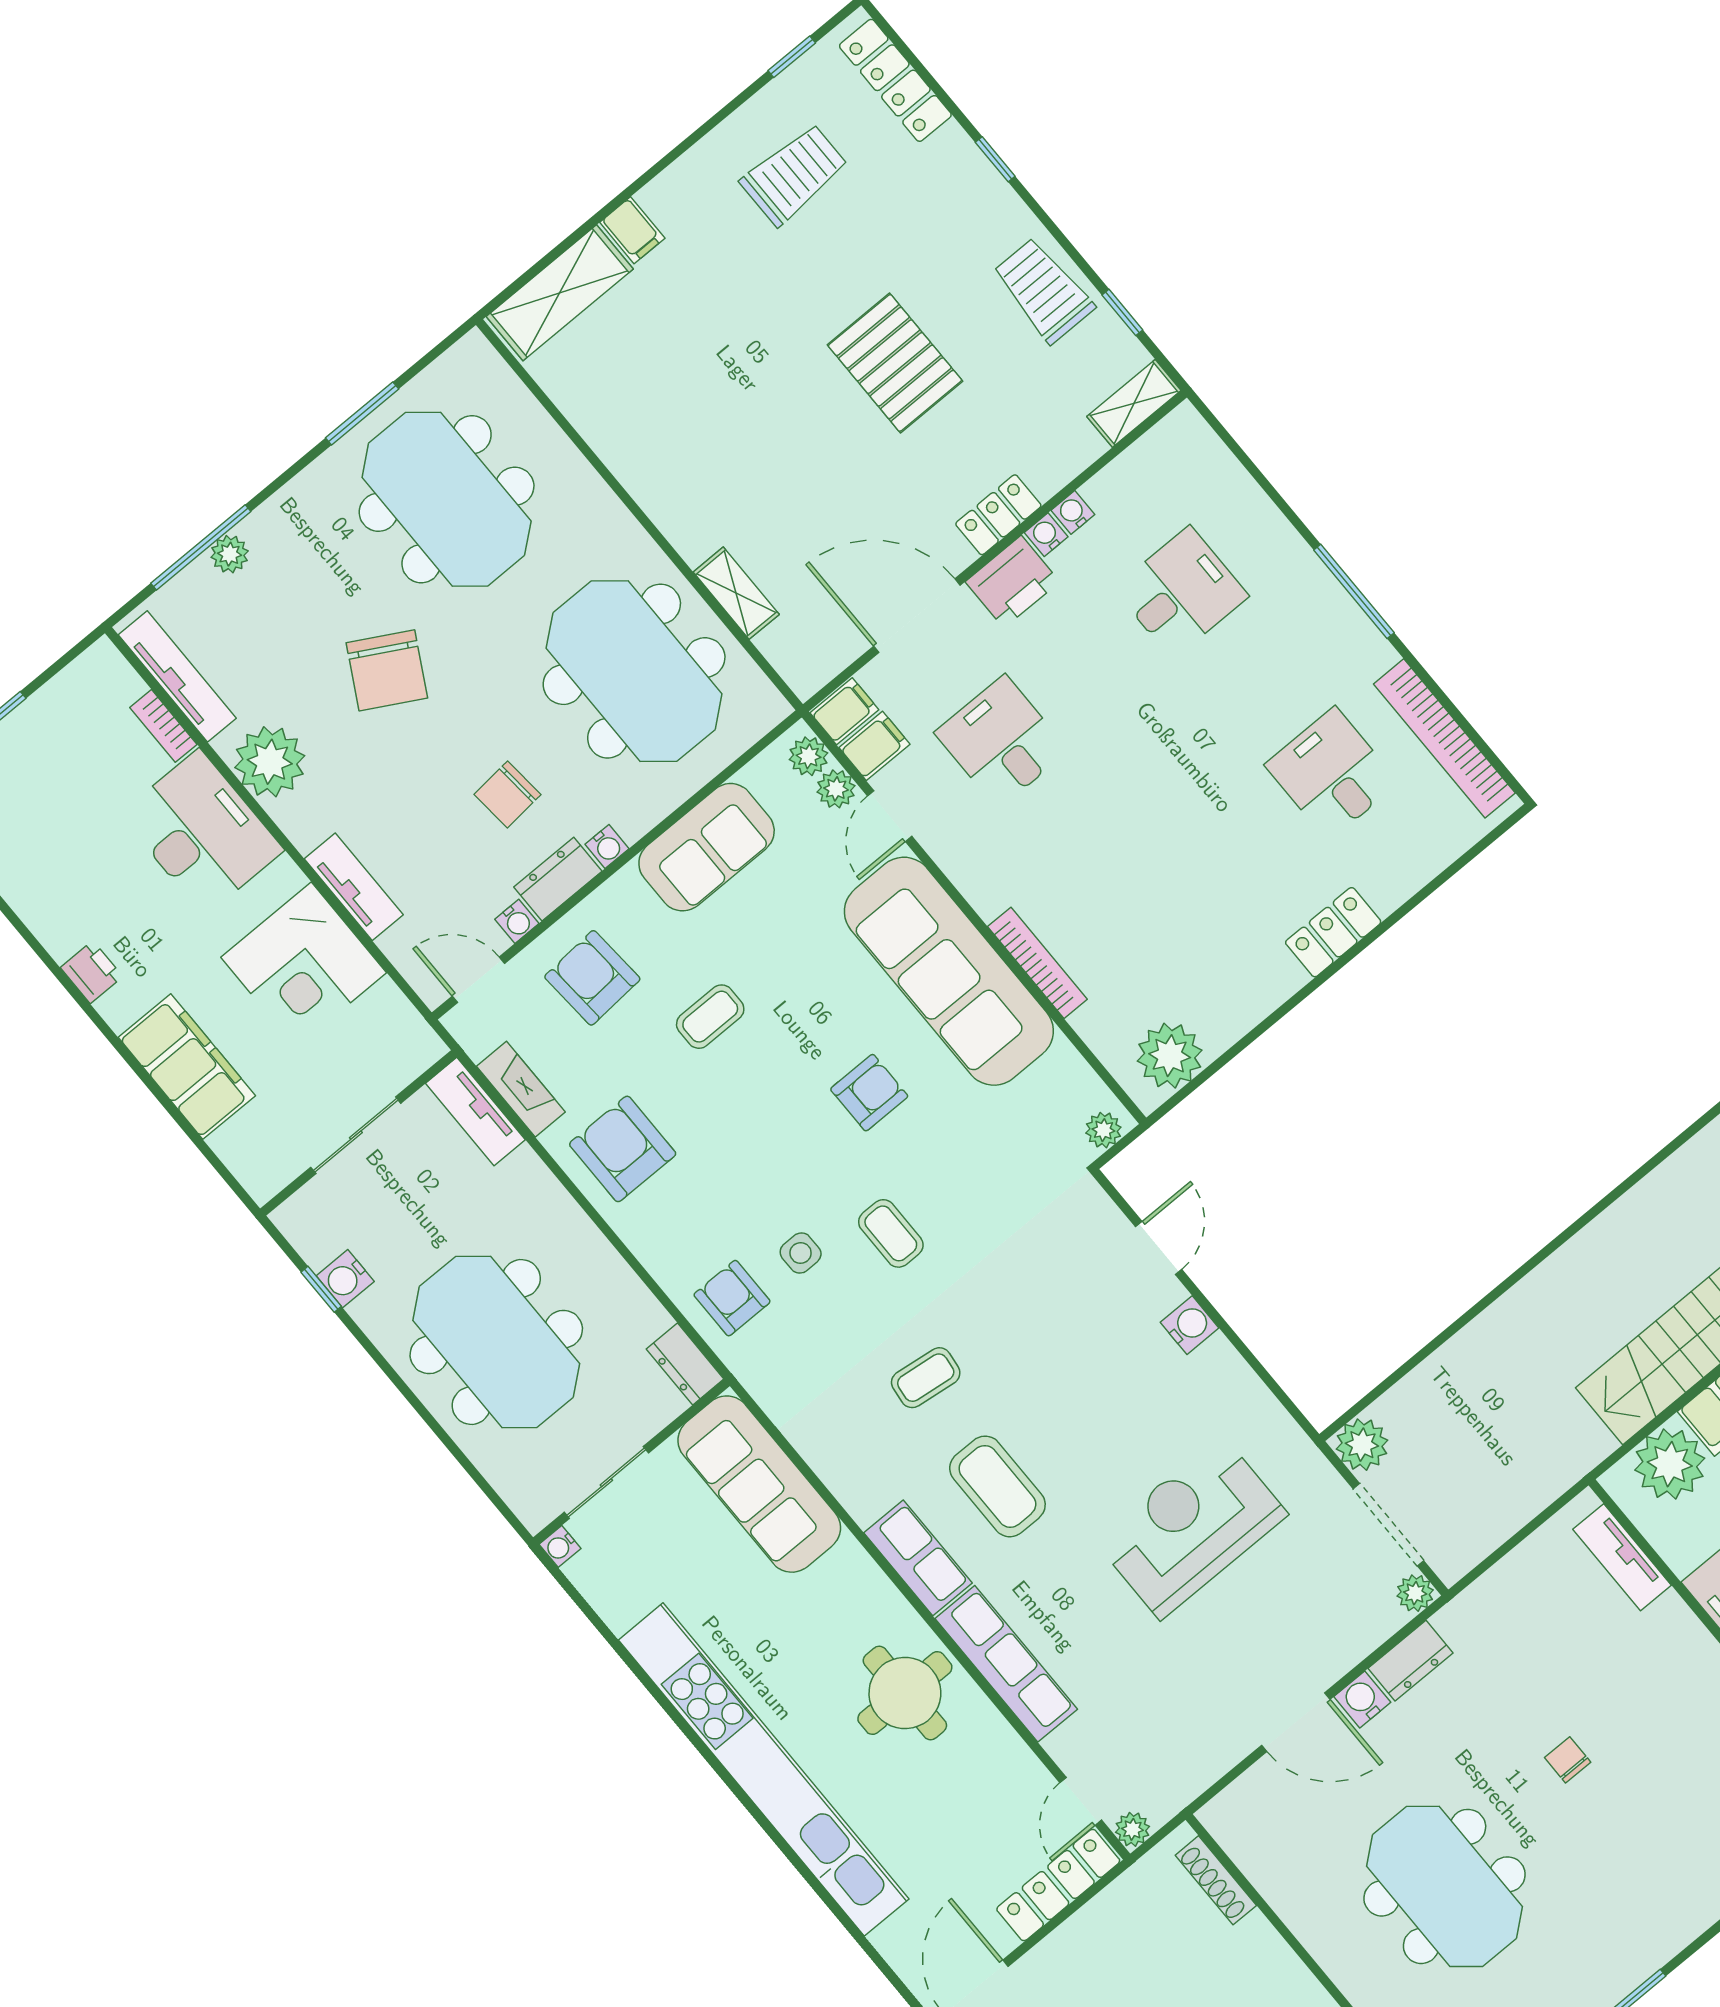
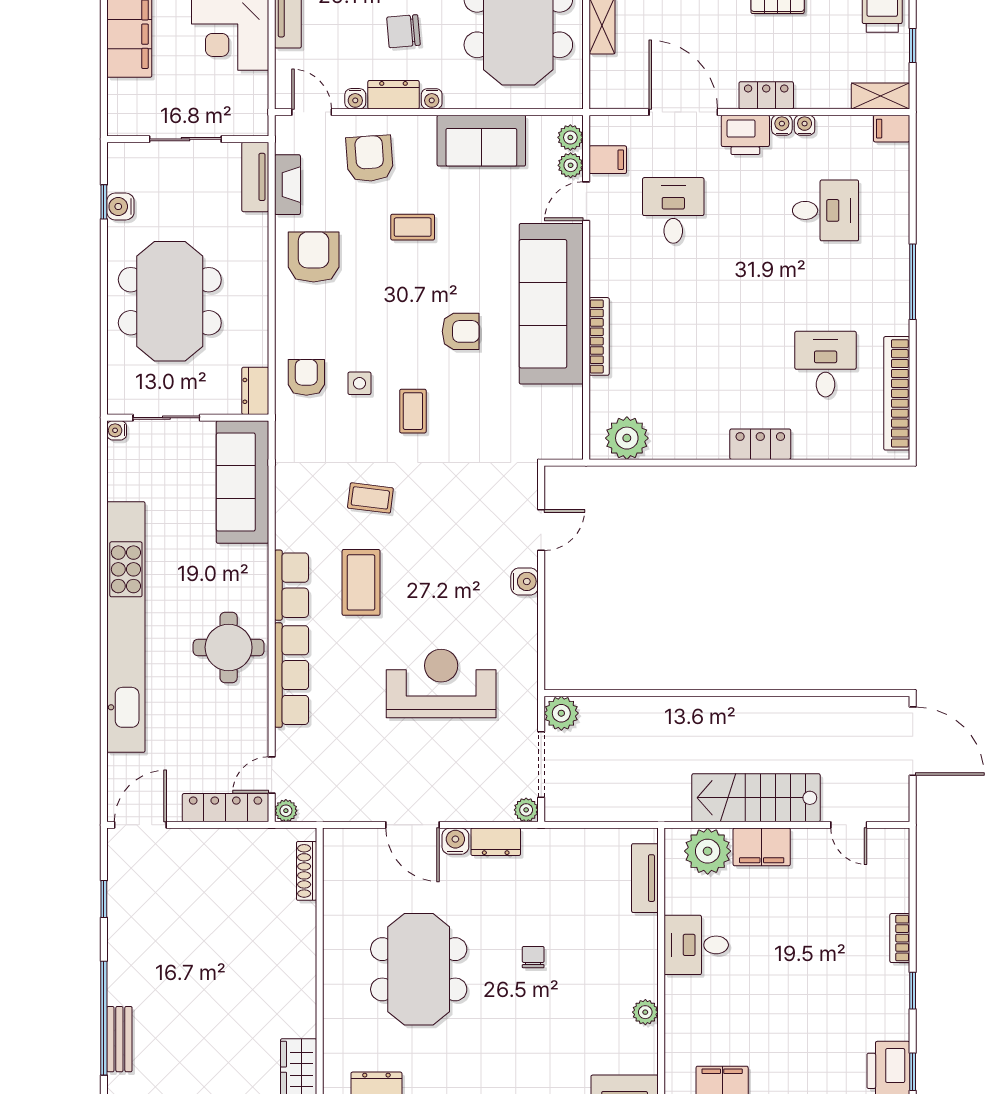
filing cabinet: (844, 711) -> (892, 129), moved, turned 180
plant: (1103, 1130) -> (563, 448), removed

